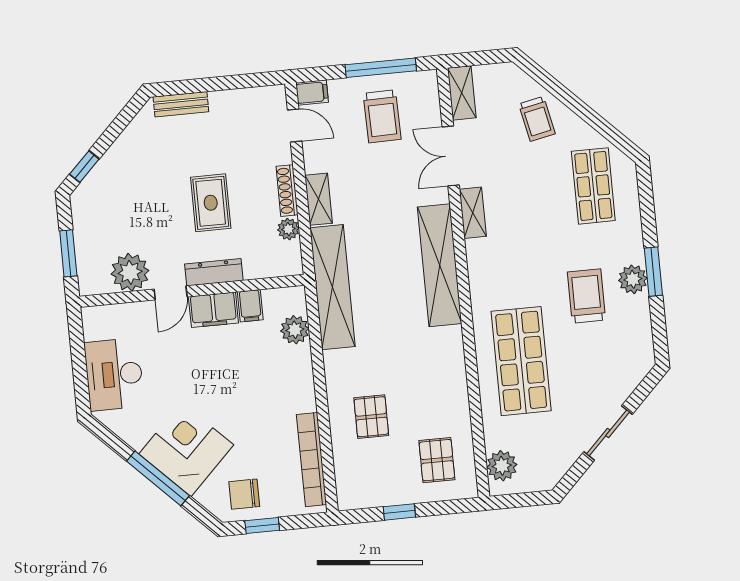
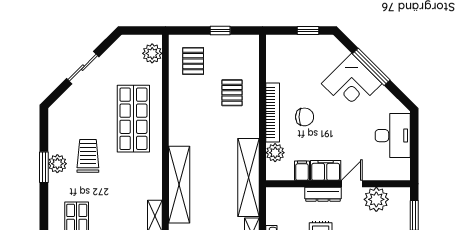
plant: (288, 229) -> (273, 217), removed
trolley: (586, 296) -> (88, 156), turned 180
bookcase: (311, 460) -> (273, 113), moved
chair: (244, 494) -> (305, 117), moved

